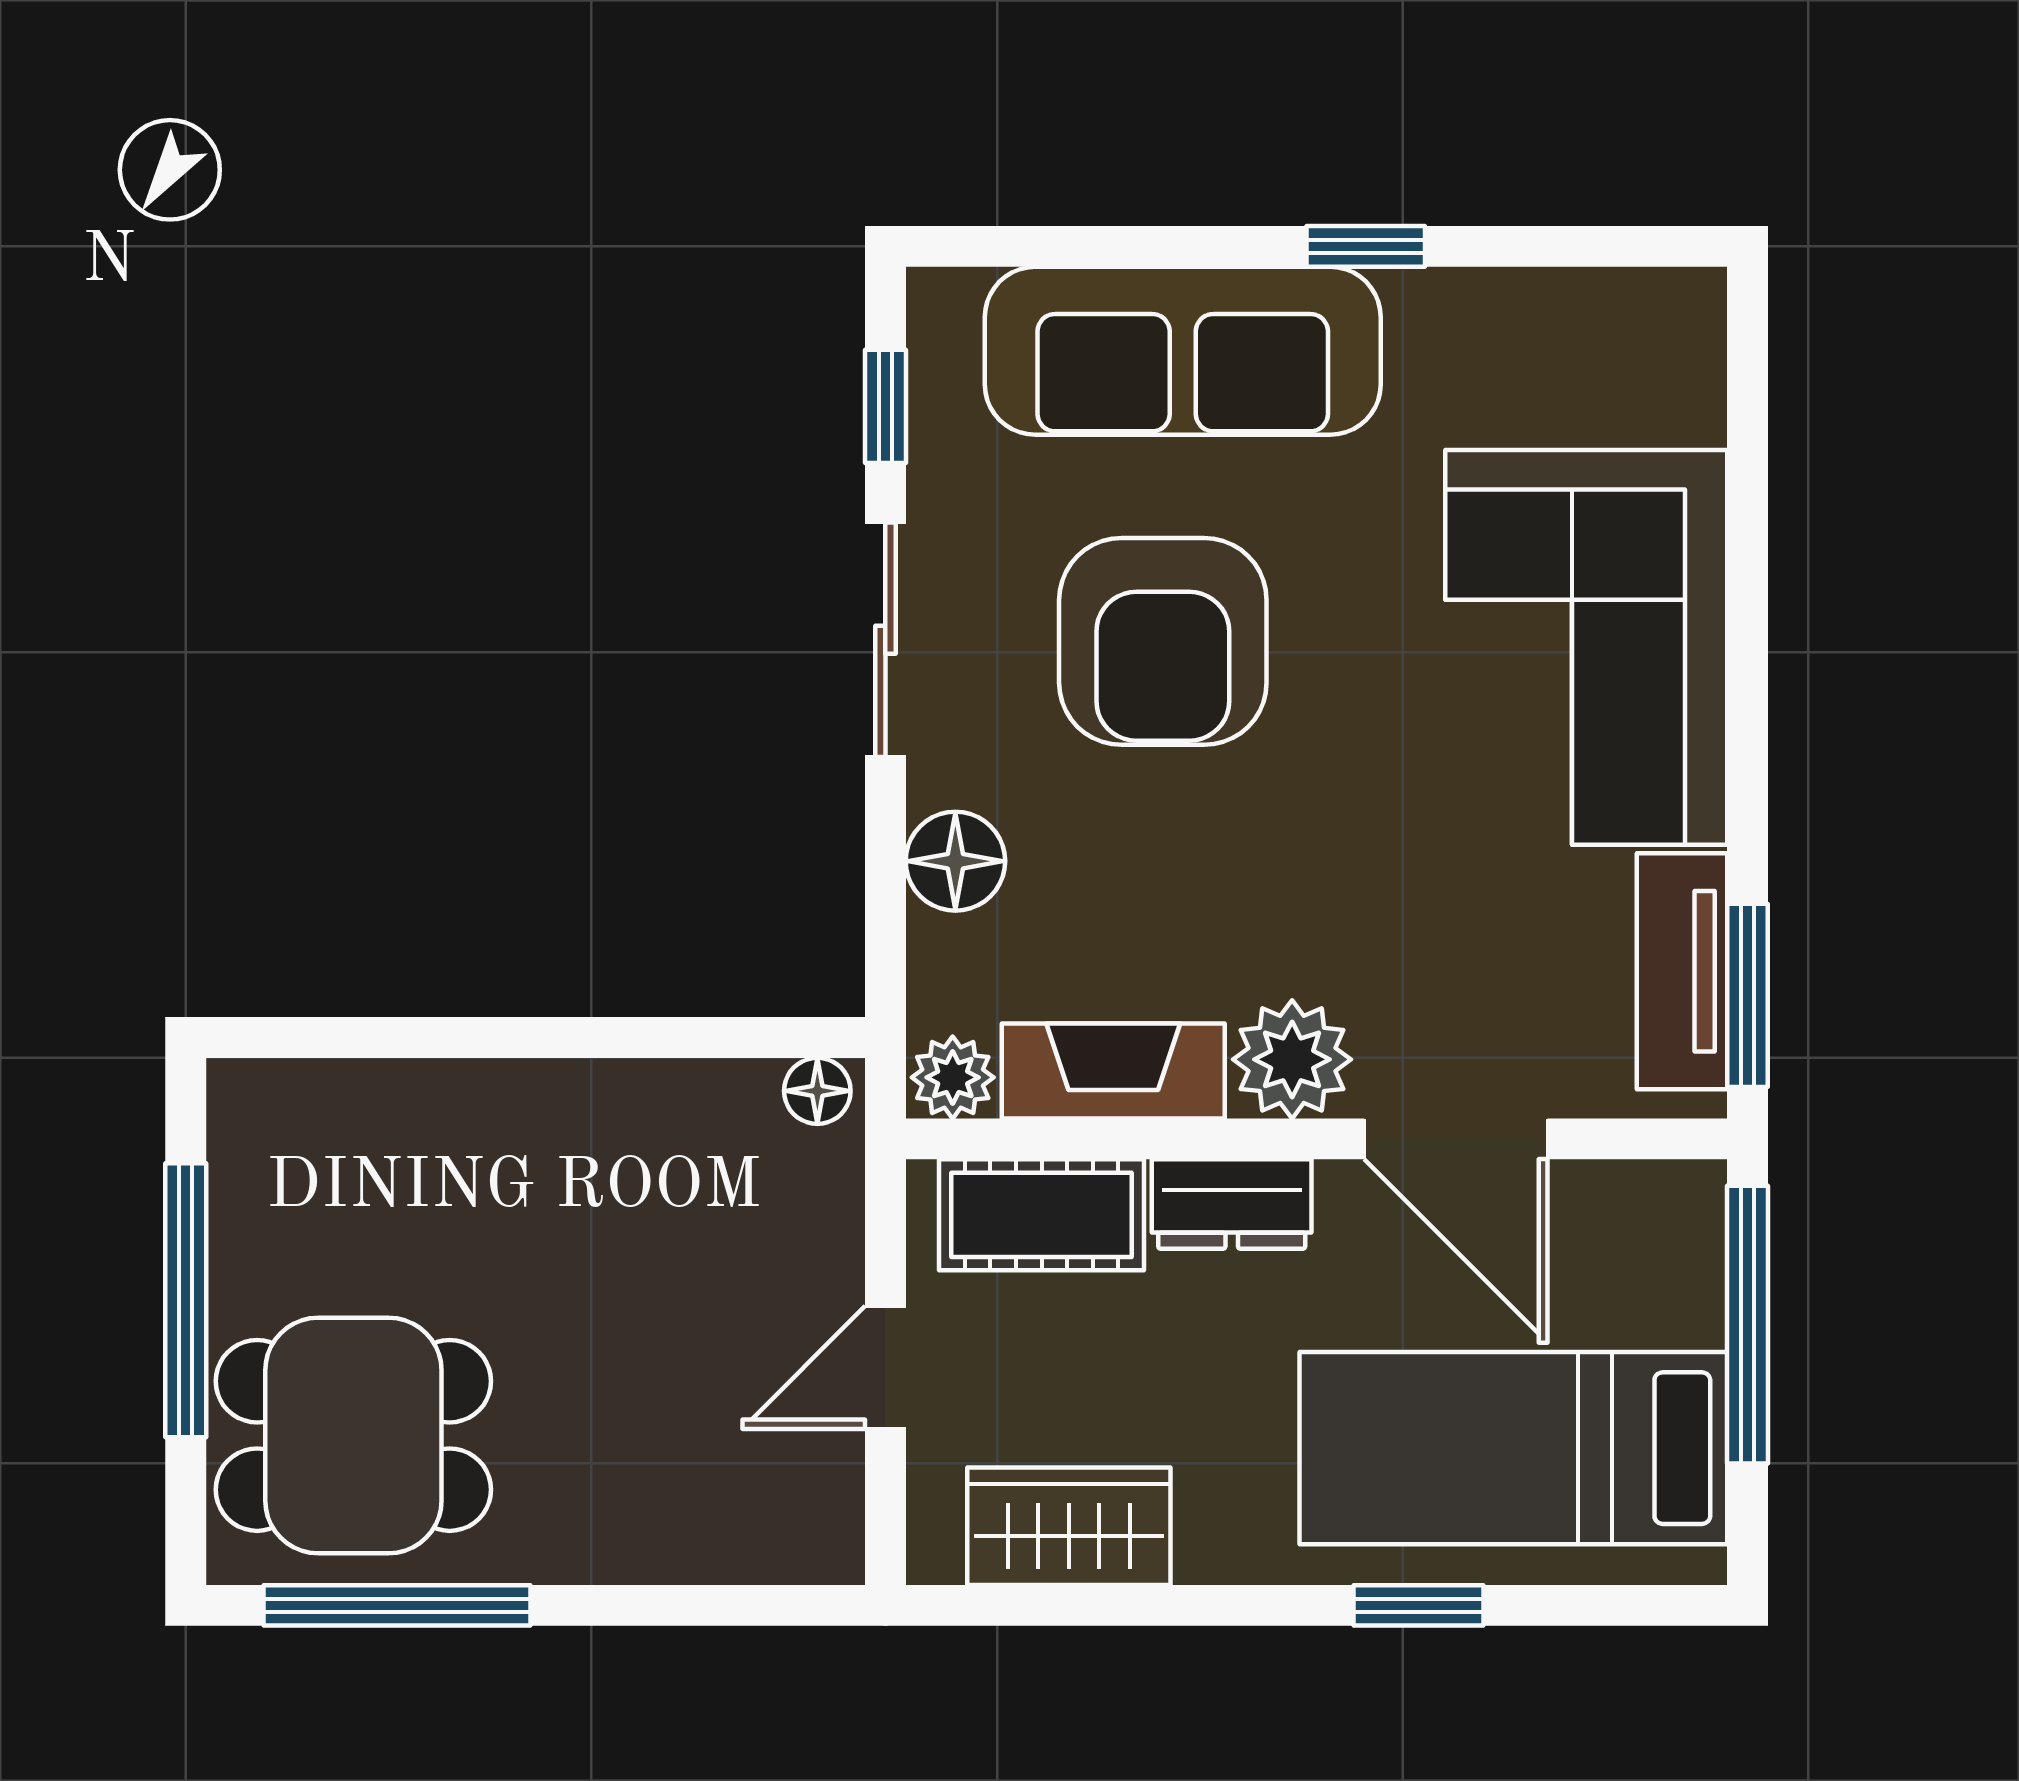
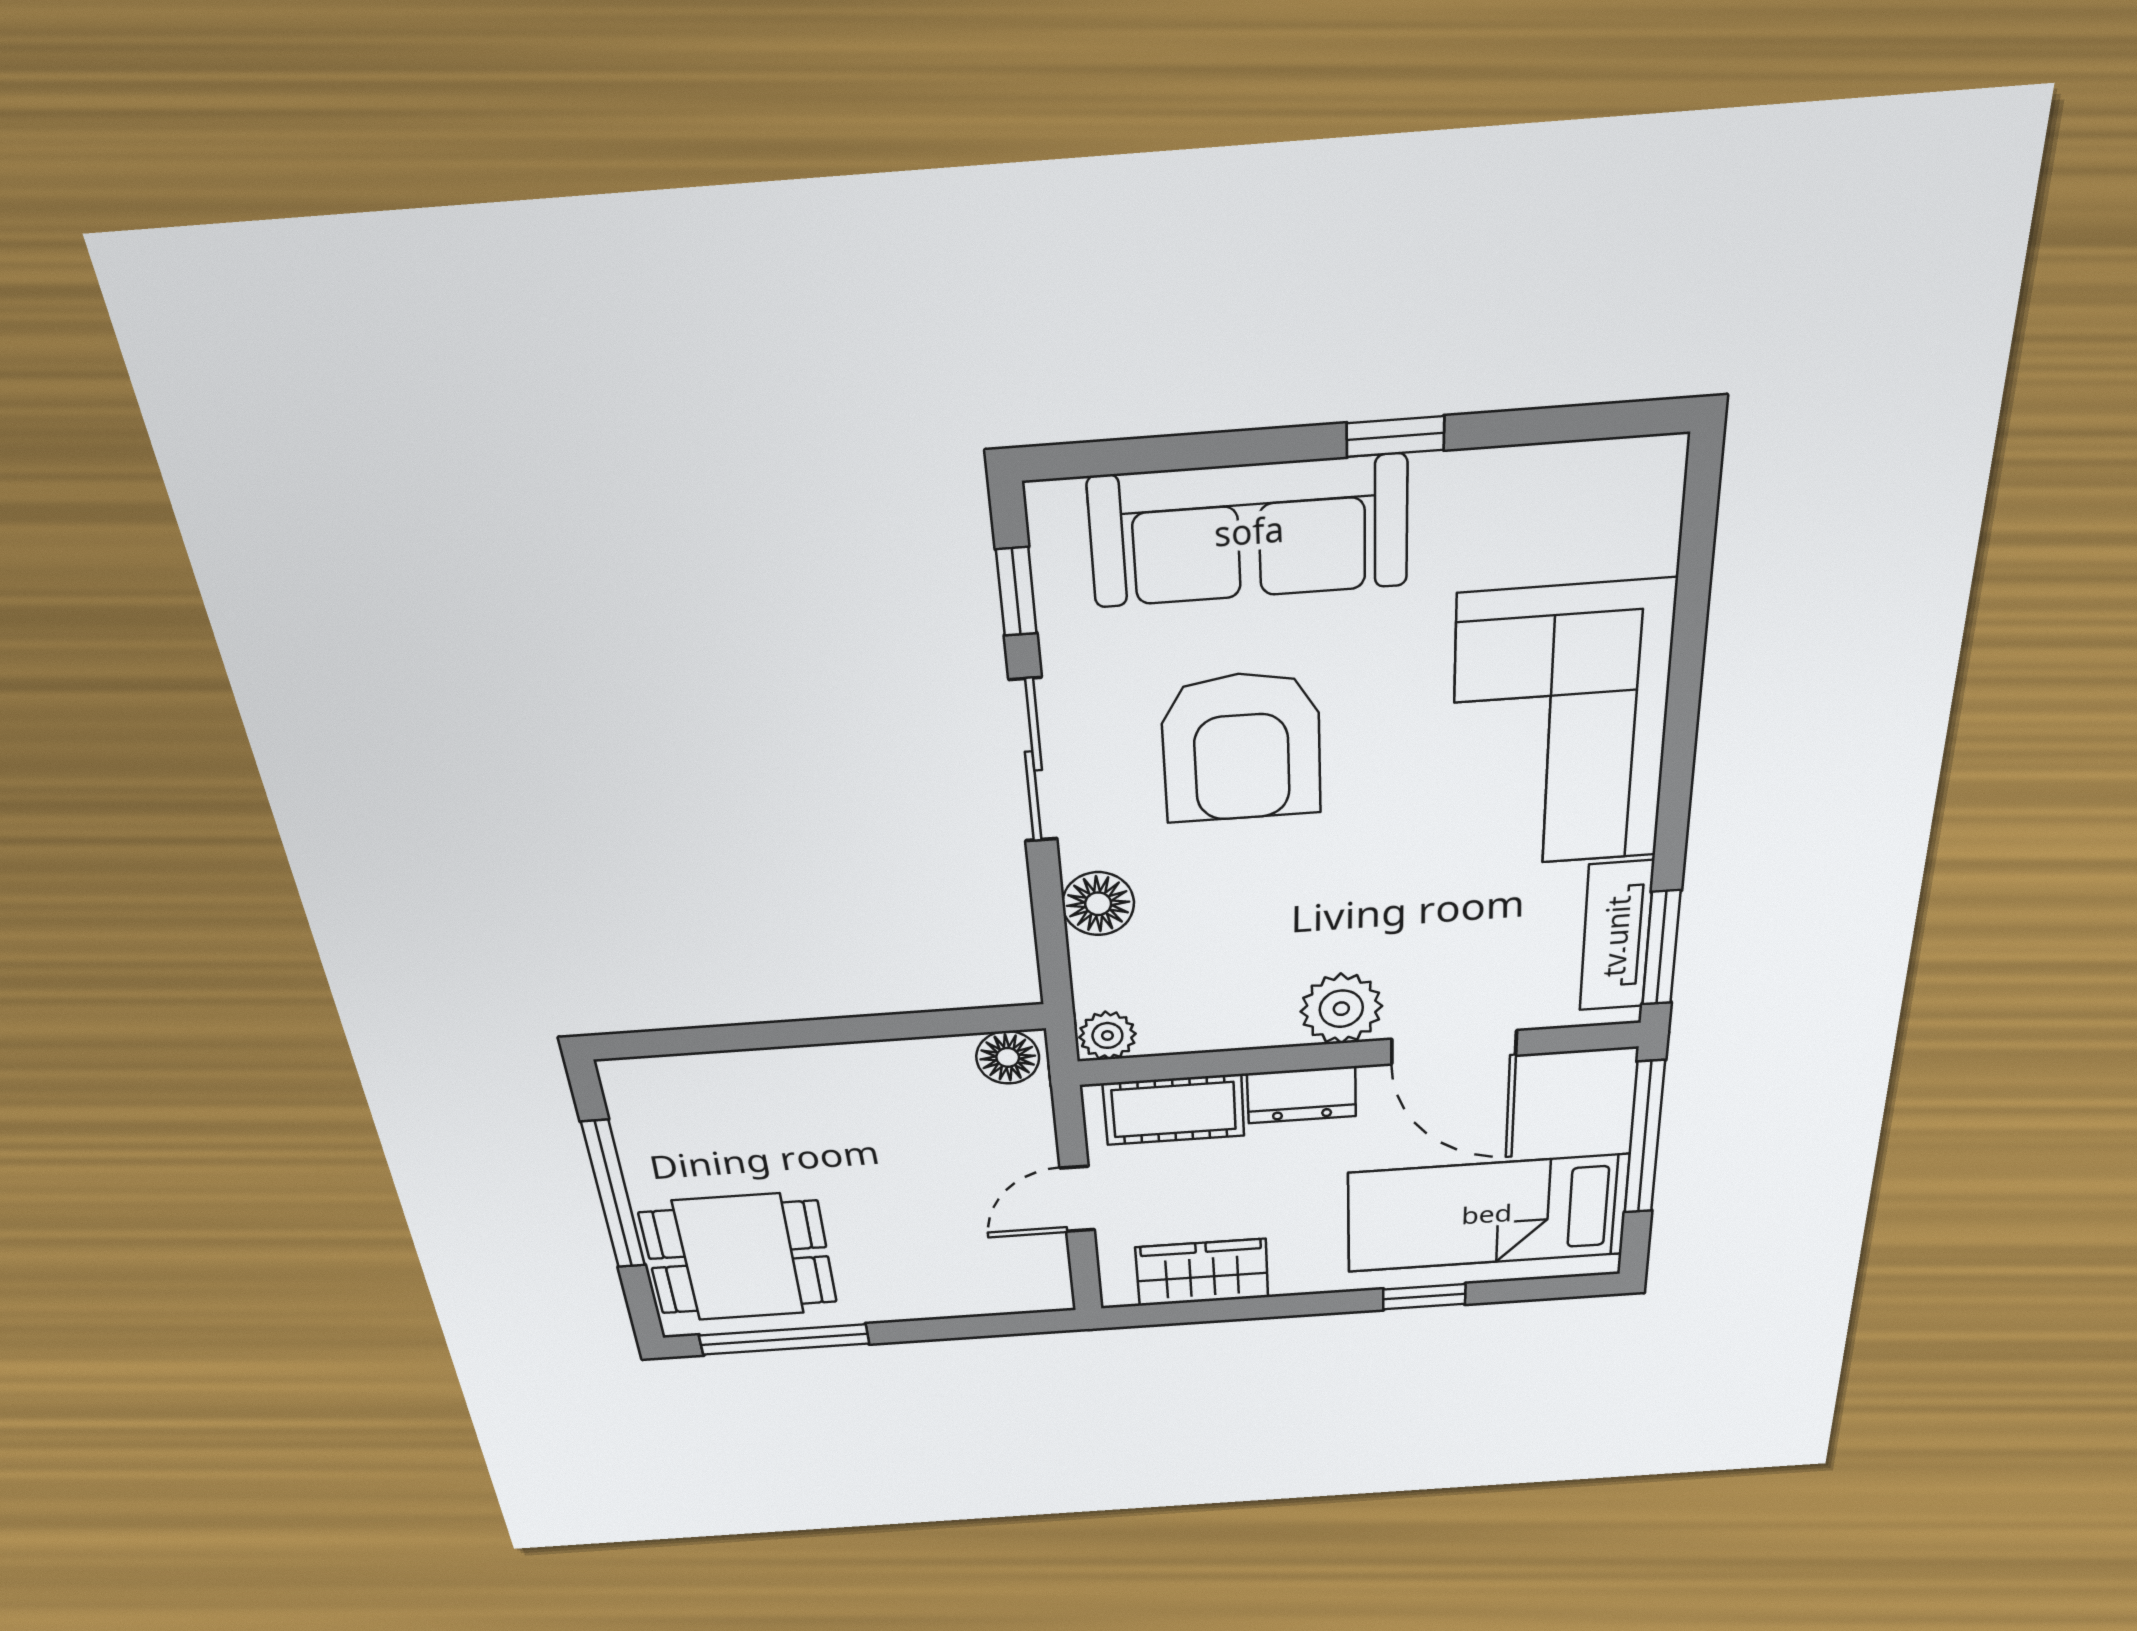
fireplace: (1113, 1071) -> (1218, 1024), removed
floor lamp: (817, 1091) -> (1008, 1057), width x1.37, depth x1.37

